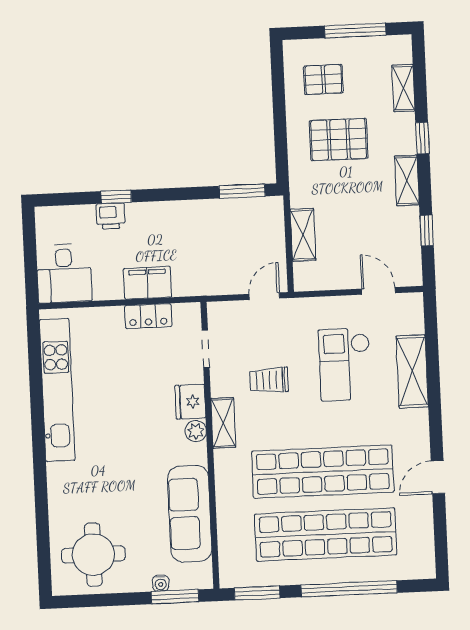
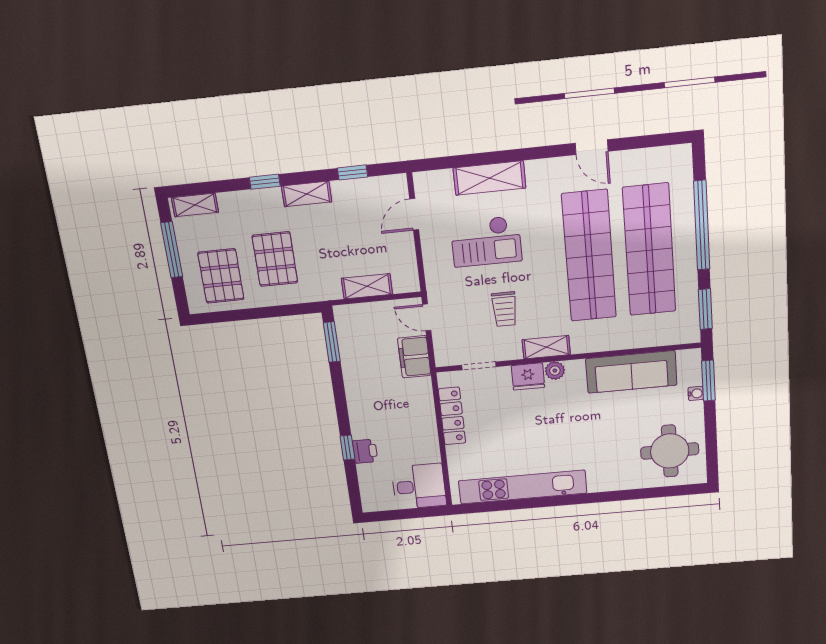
pallet: (323, 80) -> (221, 276), width x1.50, depth x1.42
shelving: (403, 88) -> (195, 205), moved
filing cabinet: (147, 283) -> (414, 357), moved
locker: (148, 316) -> (452, 416), width x1.53

